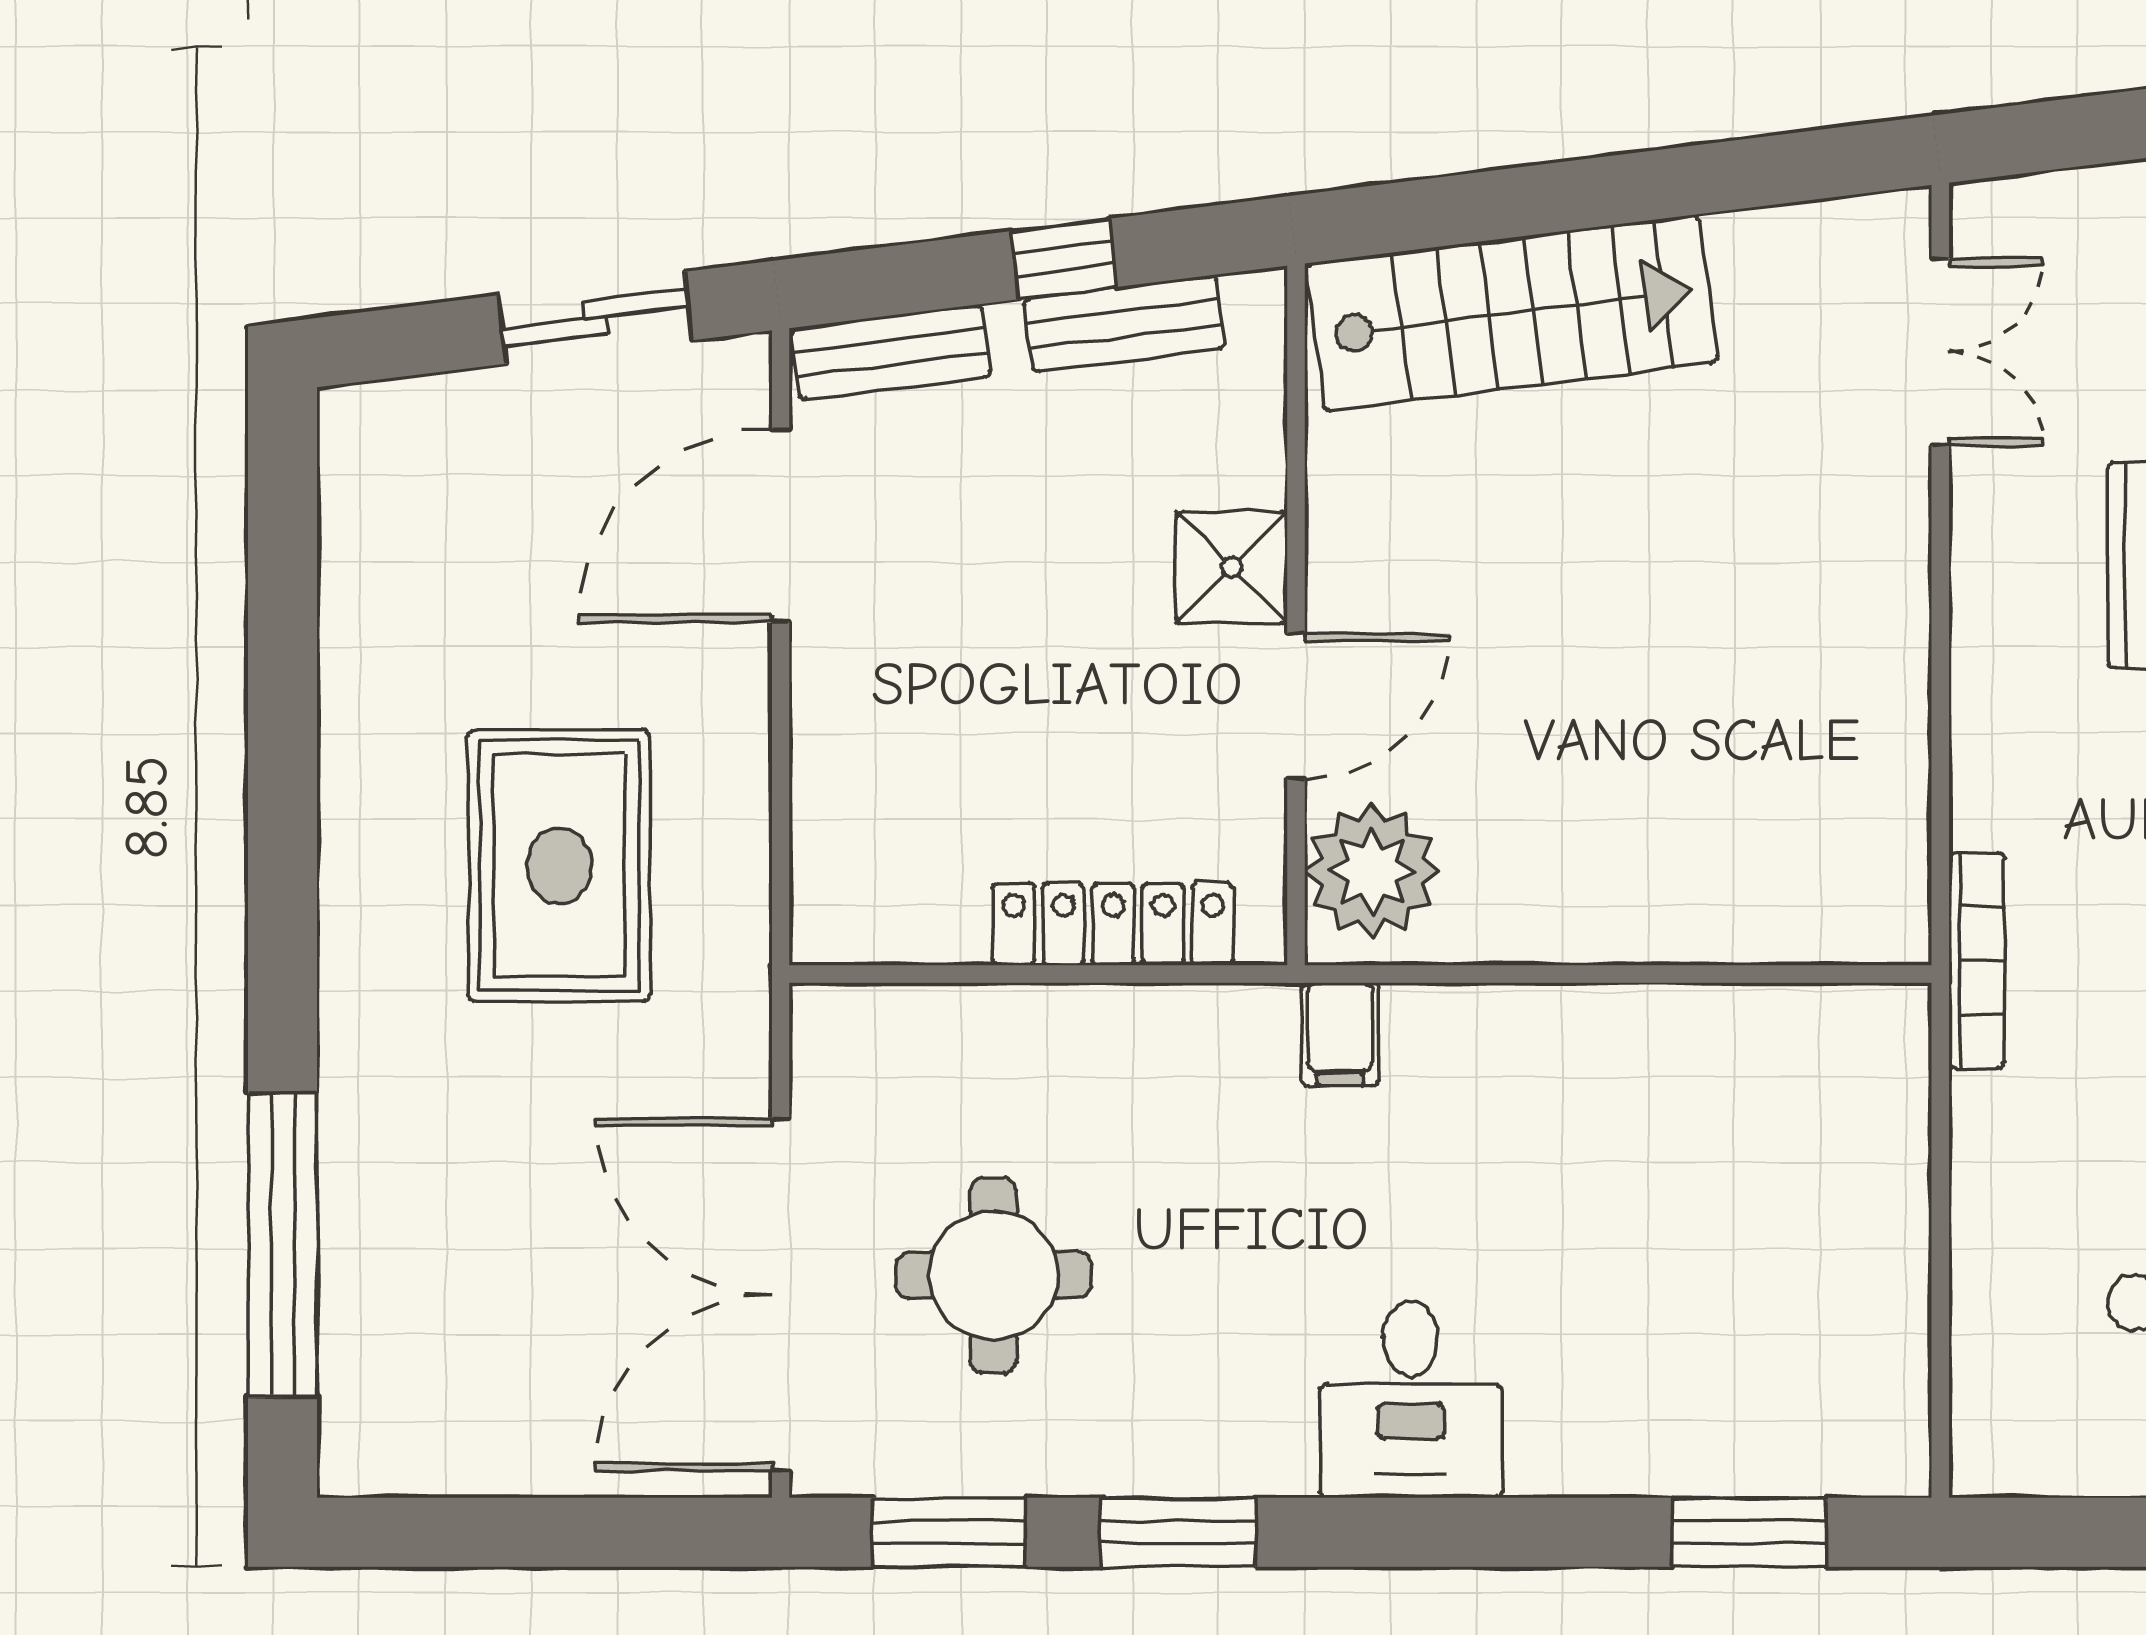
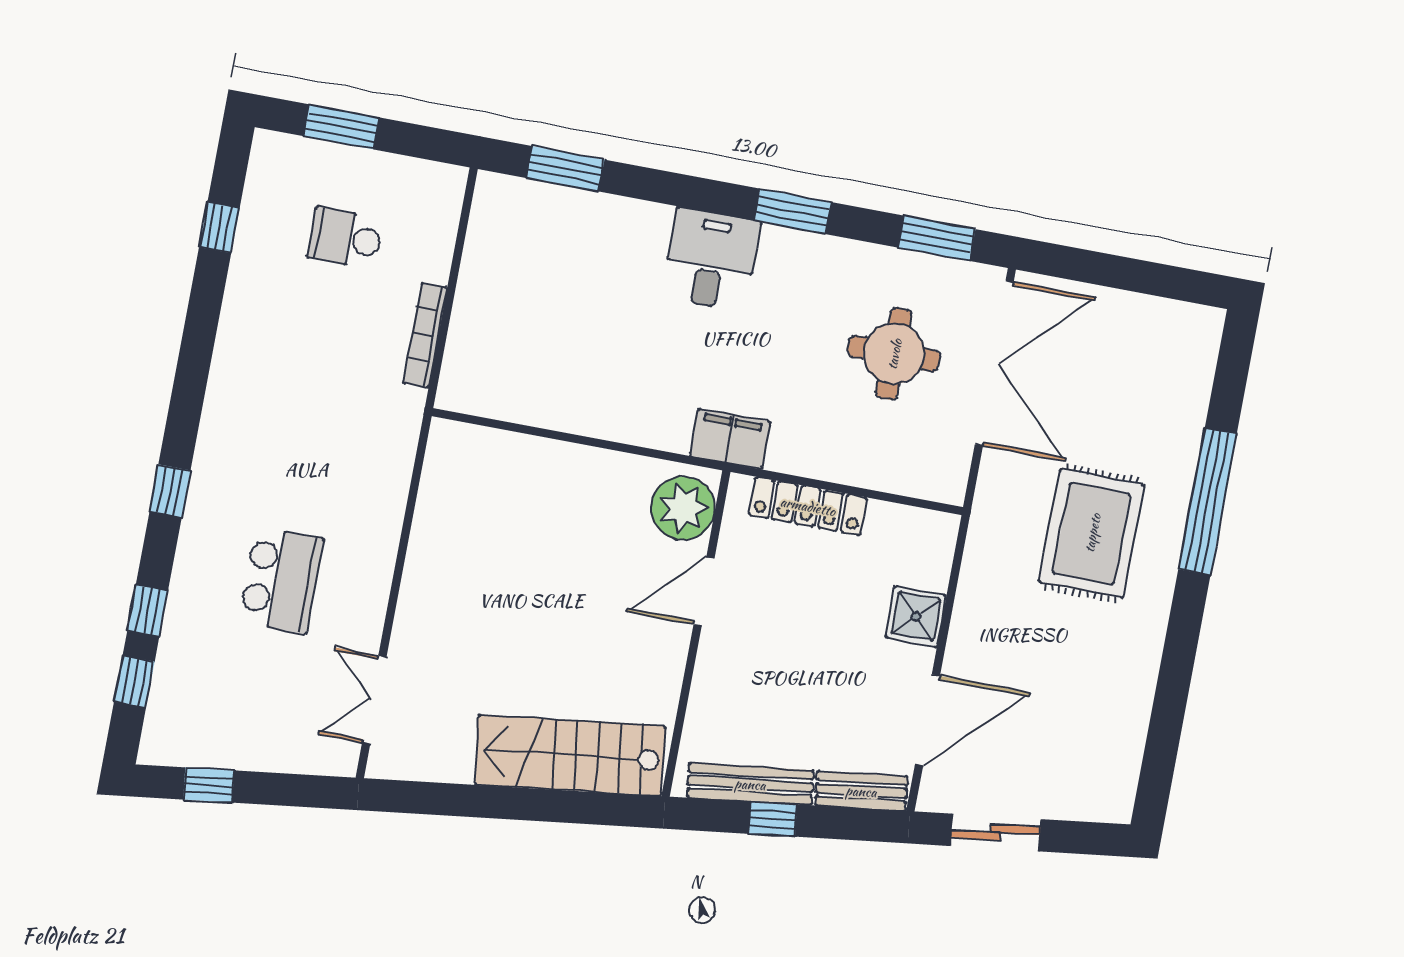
bench: (1124, 323) -> (750, 784), width x1.36
shower: (1232, 567) -> (916, 616), moved
rug: (559, 866) -> (1092, 533), moved
bookcase: (1977, 961) -> (425, 335), moved
filing cabinet: (1340, 1034) -> (730, 439), width x2.00
window: (282, 1245) -> (1208, 501), moved
window: (1178, 1532) -> (793, 211), moved

